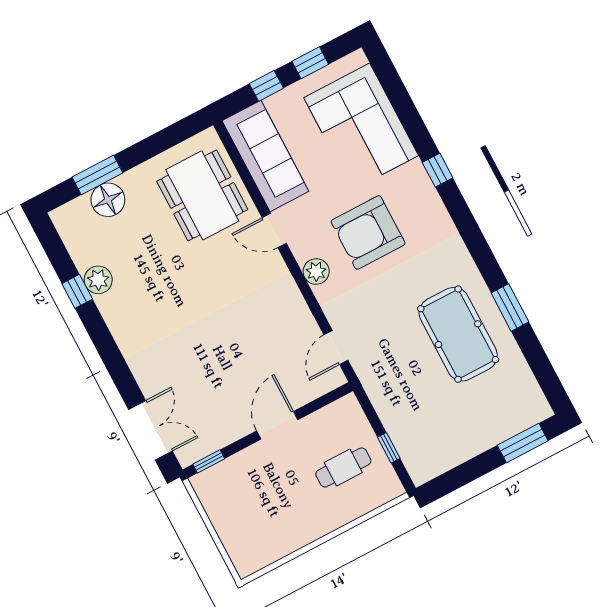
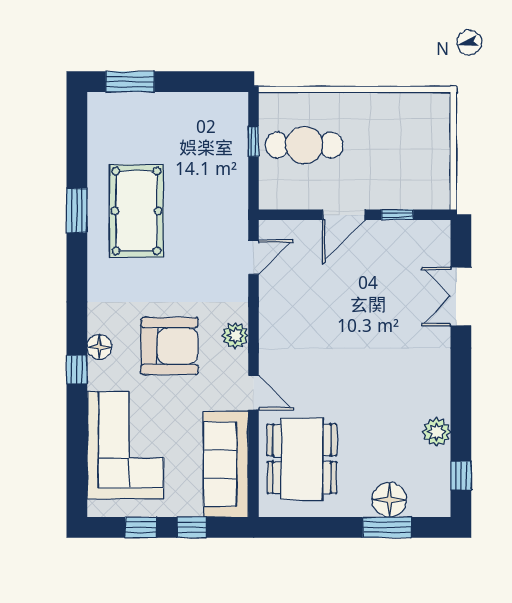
floor lamp: (428, 200) -> (99, 347), added
window: (77, 291) -> (461, 476), moved
double door: (150, 430) -> (461, 296), moved
window: (209, 461) -> (397, 215), moved
cafe table: (343, 467) -> (304, 145), width x1.37, depth x1.35

